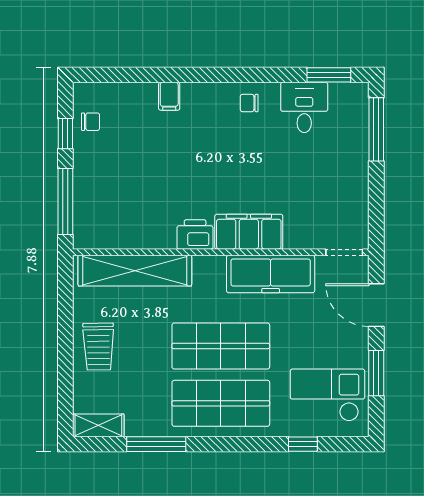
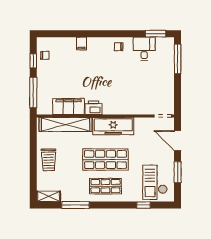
filing cabinet: (249, 232) -> (69, 106), moved
freezer: (271, 274) -> (113, 126), moved
checkout: (327, 395) -> (155, 182), turned -90
shop shelf: (221, 403) -> (105, 186), width x0.70, depth x0.74

